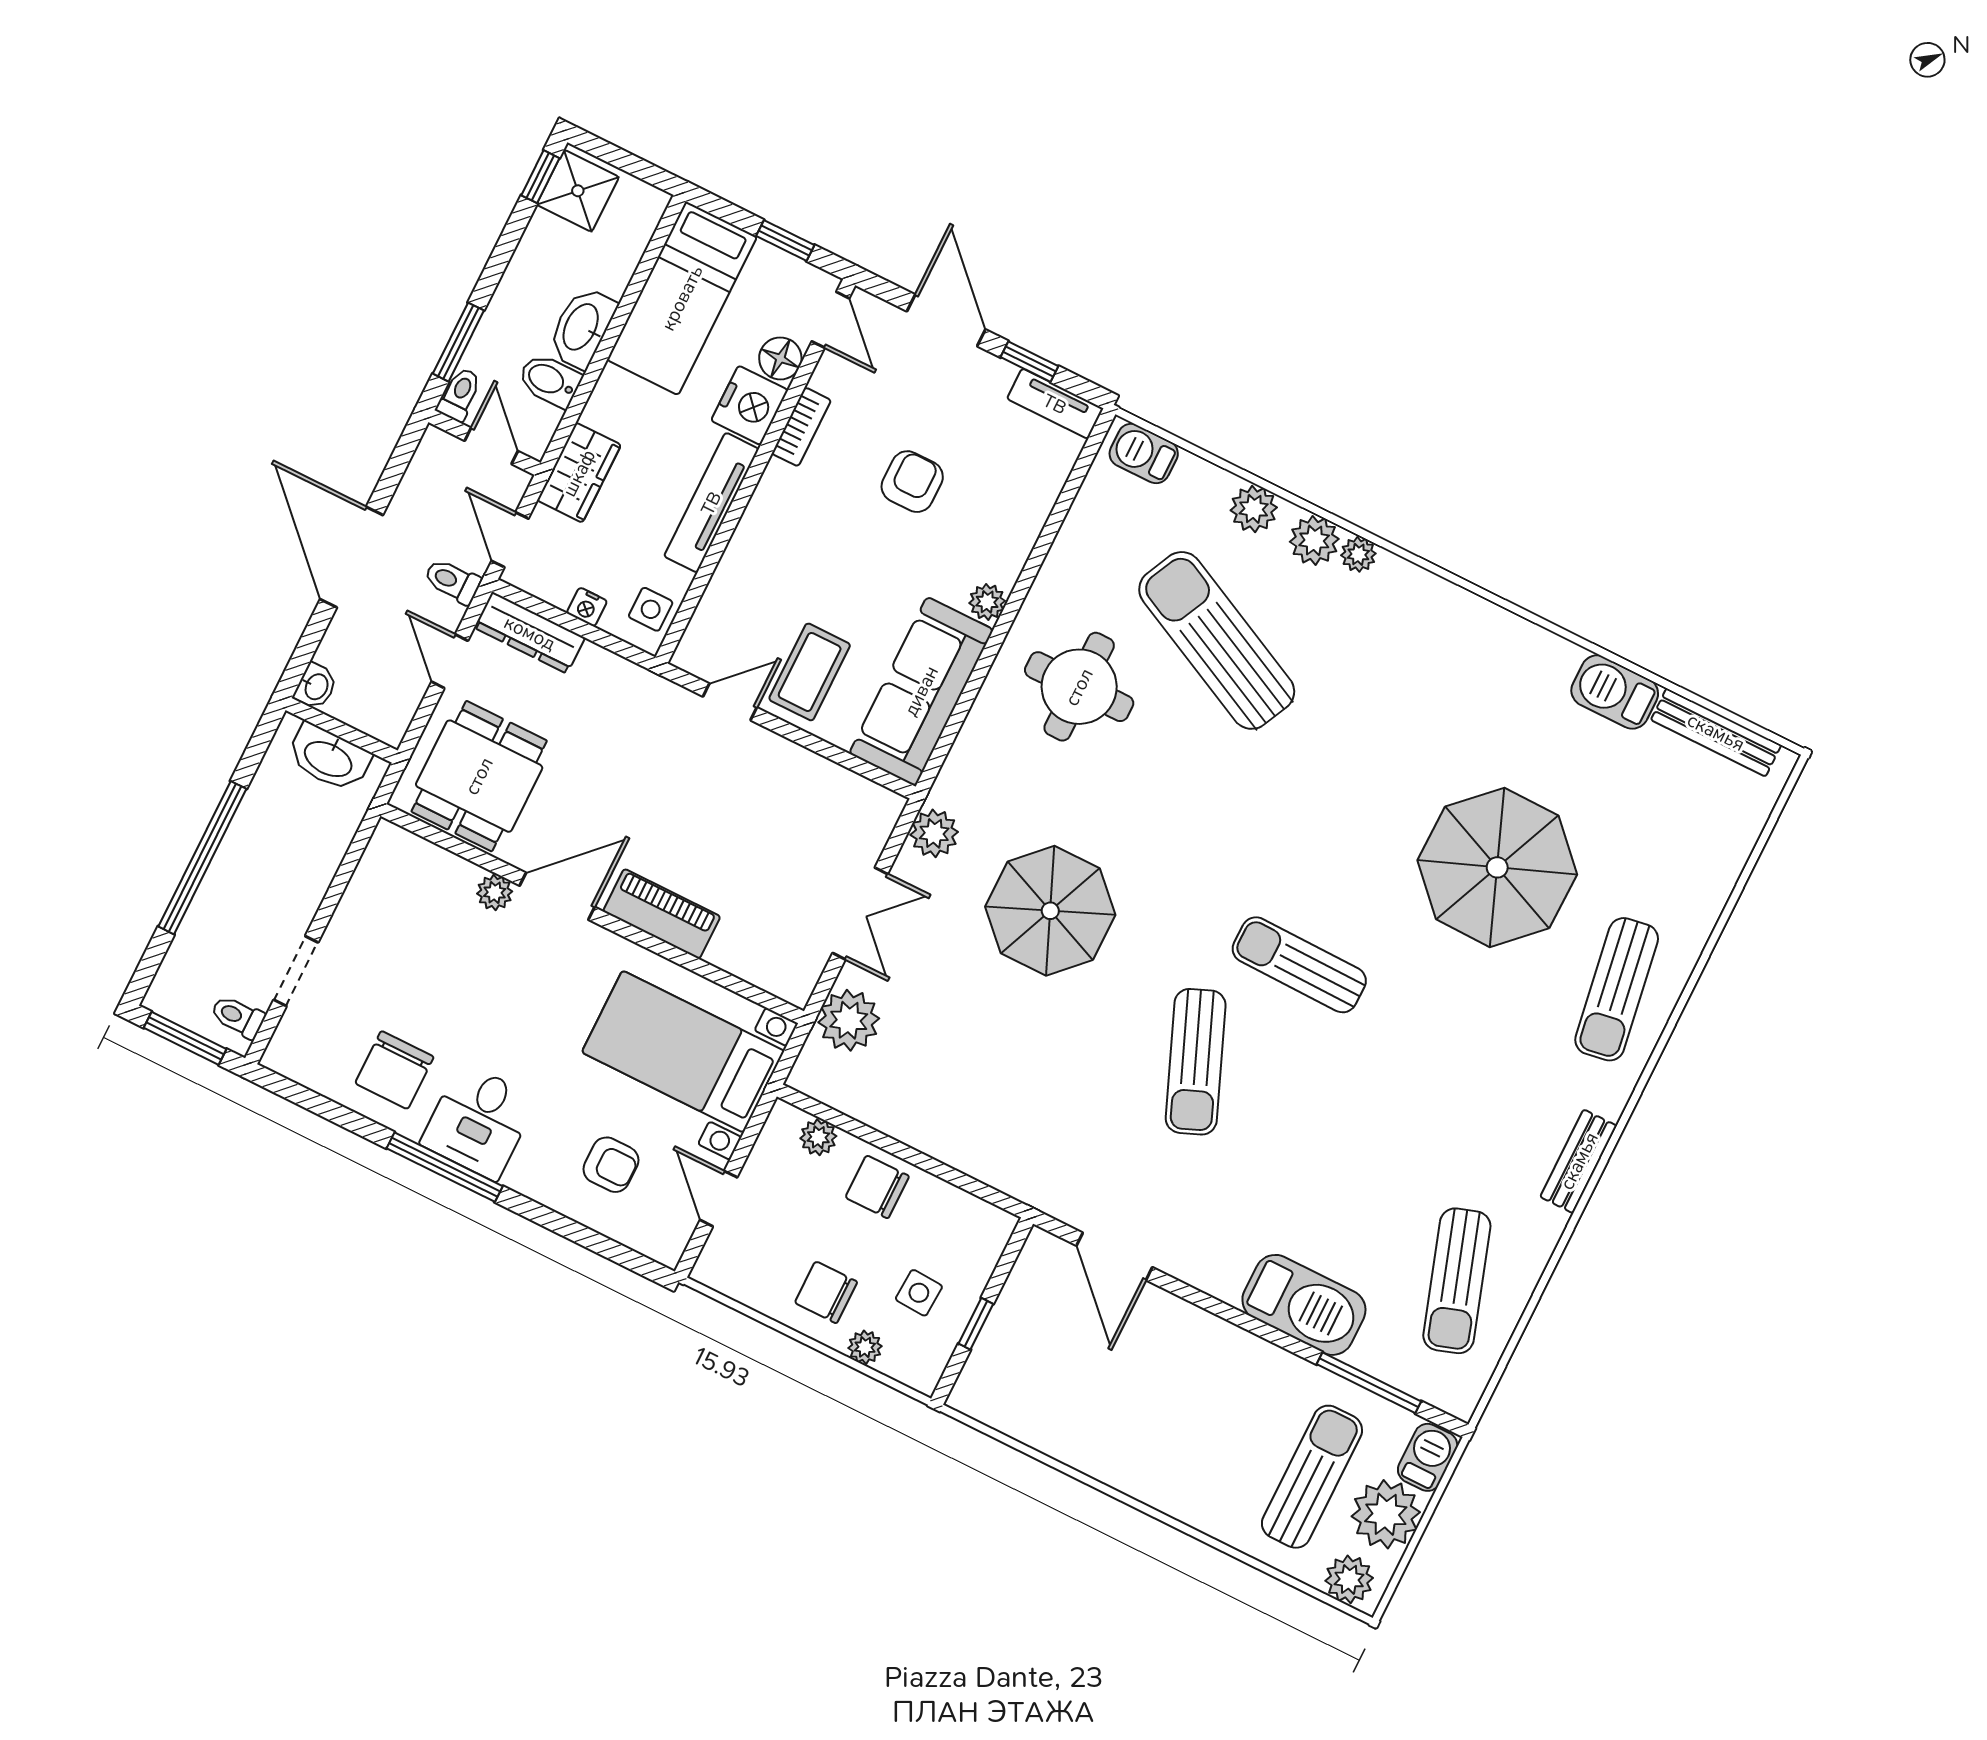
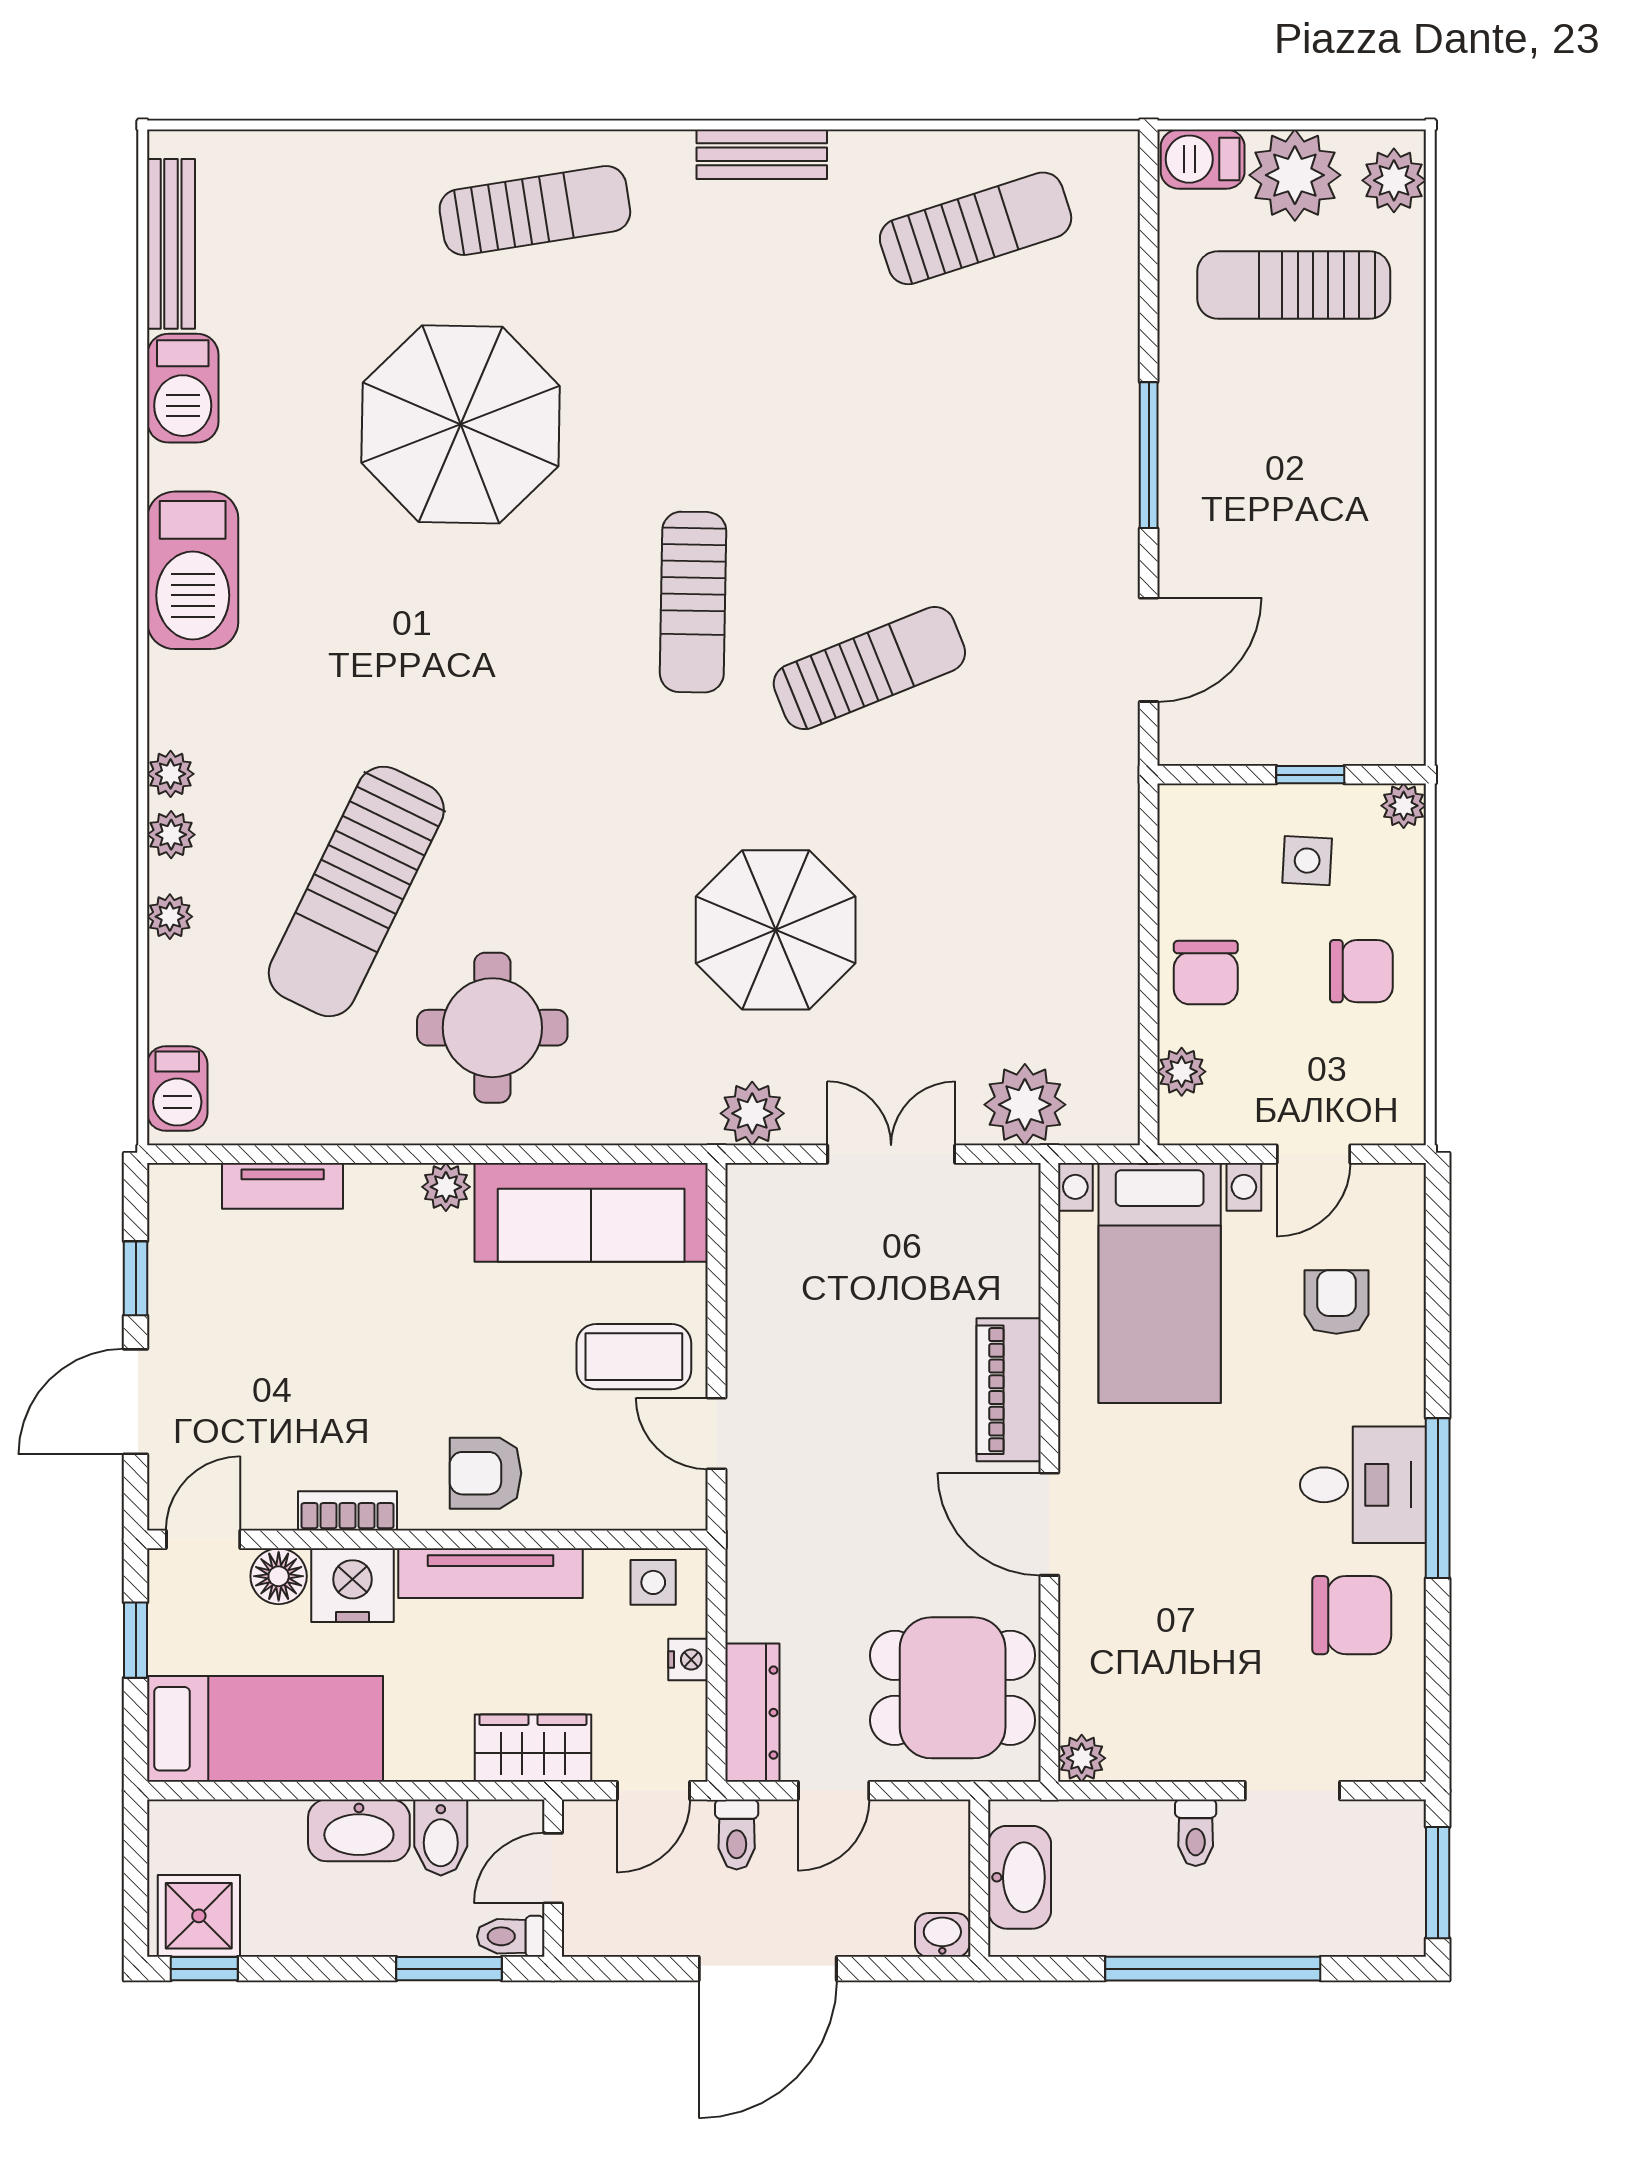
tv unit: (1055, 404) -> (283, 1186), moved, turned 90
armchair: (912, 482) -> (485, 1473), moved
plant: (1254, 509) -> (170, 917), width x0.73, depth x0.73
plant: (1314, 540) -> (171, 835), width x0.73, depth x0.73
plant: (495, 892) -> (1082, 1758), moved
toilet: (238, 1017) -> (1196, 1833), moved
chair: (826, 1292) -> (1361, 971), turned -90
barbecue: (1304, 1305) -> (193, 570), moved, turned 180
plant: (865, 1347) -> (1404, 806), moved
window: (1369, 1383) -> (1149, 455), moved

